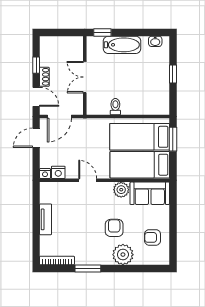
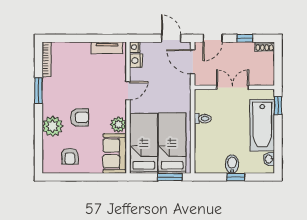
bathtub: (122, 45) -> (262, 125), width x1.36, depth x1.36
shoe rack: (44, 77) -> (265, 47), moved
bidet: (160, 78) -> (232, 164), added
tv unit: (46, 219) -> (107, 48), moved
armchair: (153, 237) -> (70, 156), turned 180

